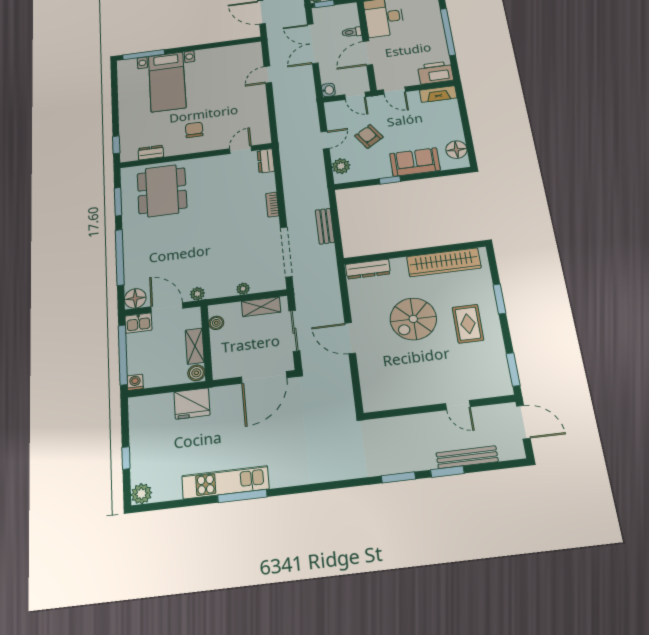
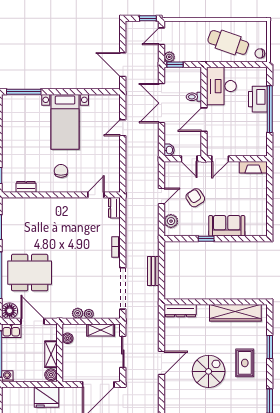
printer: (435, 73) -> (258, 99), moved, turned -90
bed with nightstands: (167, 82) -> (65, 122), moved
door: (394, 91) -> (220, 159), hinge flipped
floor lamp: (456, 150) -> (259, 220), removed
dining table: (162, 191) -> (30, 273), moved, turned 90
plant: (197, 294) -> (78, 313), moved
spiral stairs: (413, 319) -> (209, 371), moved, turned 180
door: (350, 338) -> (161, 363), swing flipped

